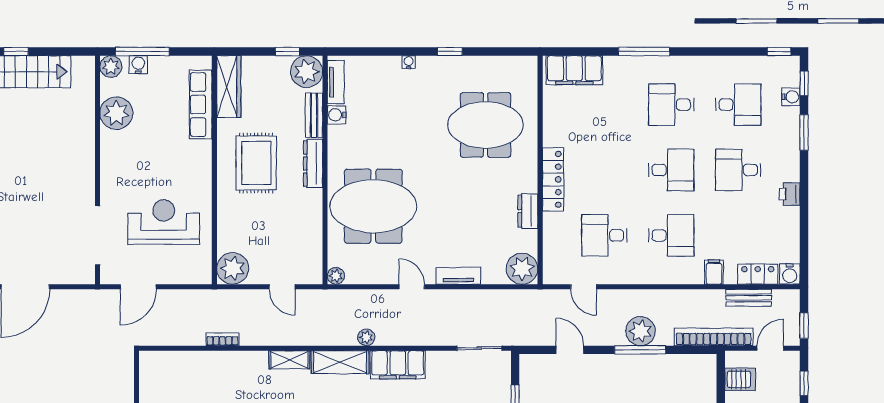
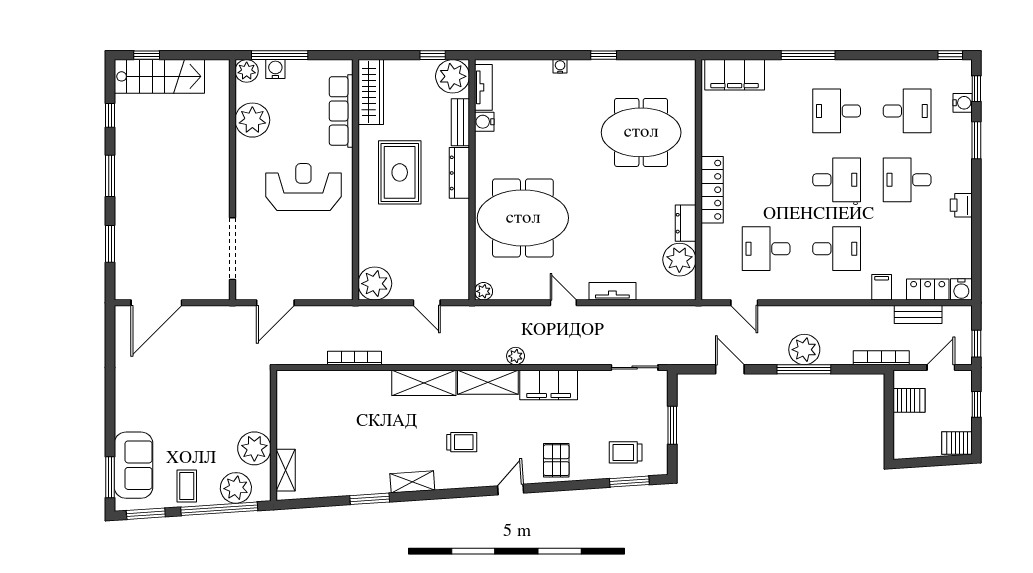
reception desk: (164, 222) -> (303, 187), moved
plant: (522, 269) -> (679, 260), moved
bookcase: (714, 337) -> (881, 358), width x0.68, depth x0.76
bookcase: (222, 339) -> (354, 358), width x1.56
shelving: (289, 360) -> (424, 383), width x1.50, depth x1.33

